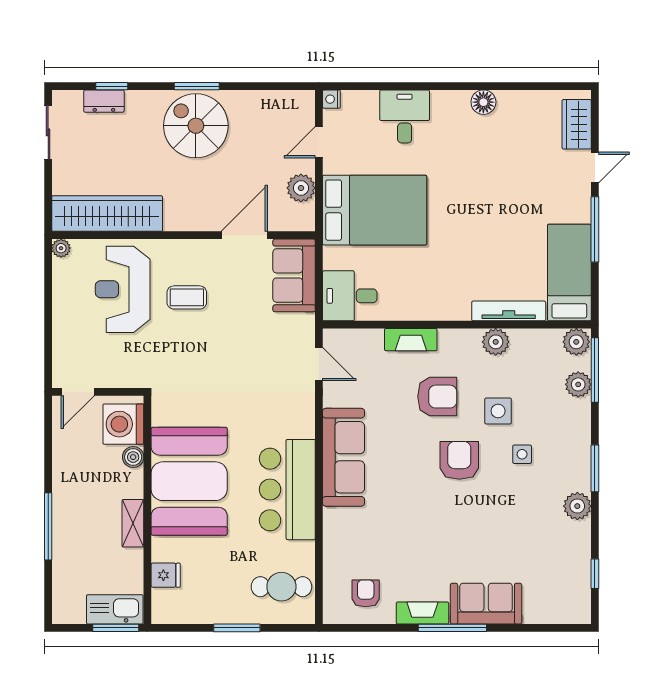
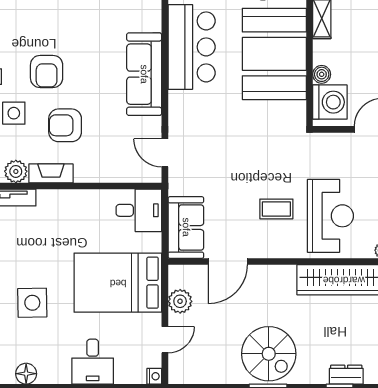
side table: (476, 186) -> (32, 303), added
fireplace: (411, 340) -> (51, 173), moved

